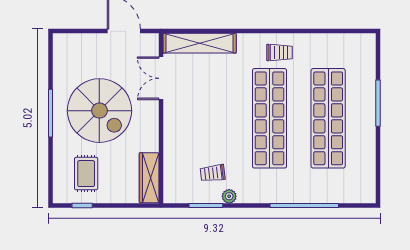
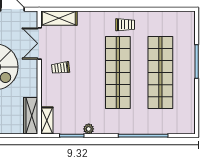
shelving: (200, 43) -> (59, 18), width x0.68
trolley: (213, 173) -> (61, 68), moved
shelving: (171, 185) -> (47, 121), added

